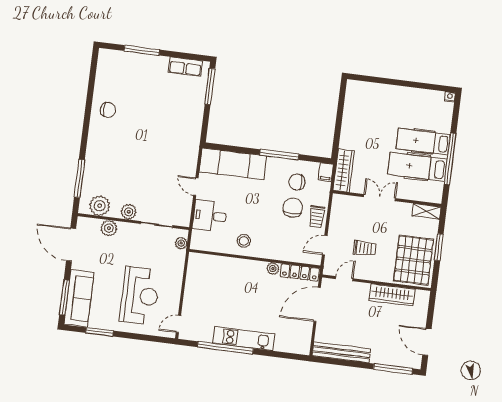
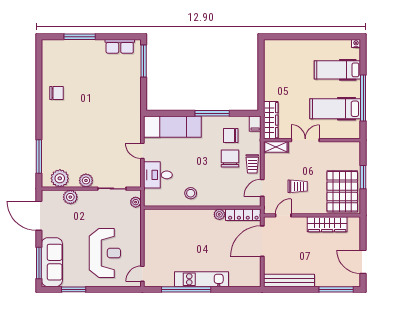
hospital bed: (423, 142) -> (337, 70), moved
shelving: (426, 211) -> (276, 147), moved

